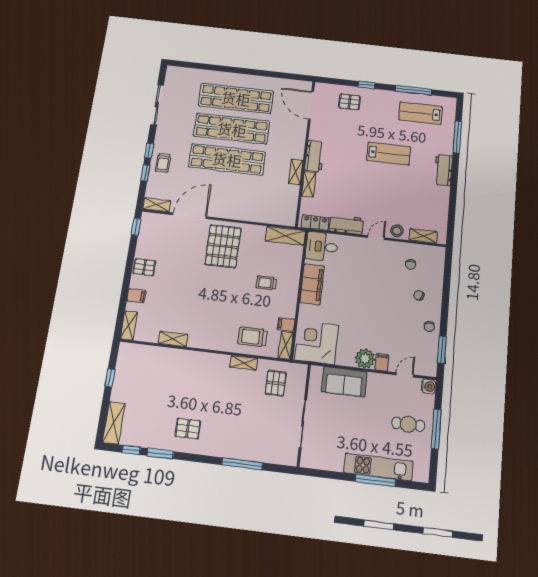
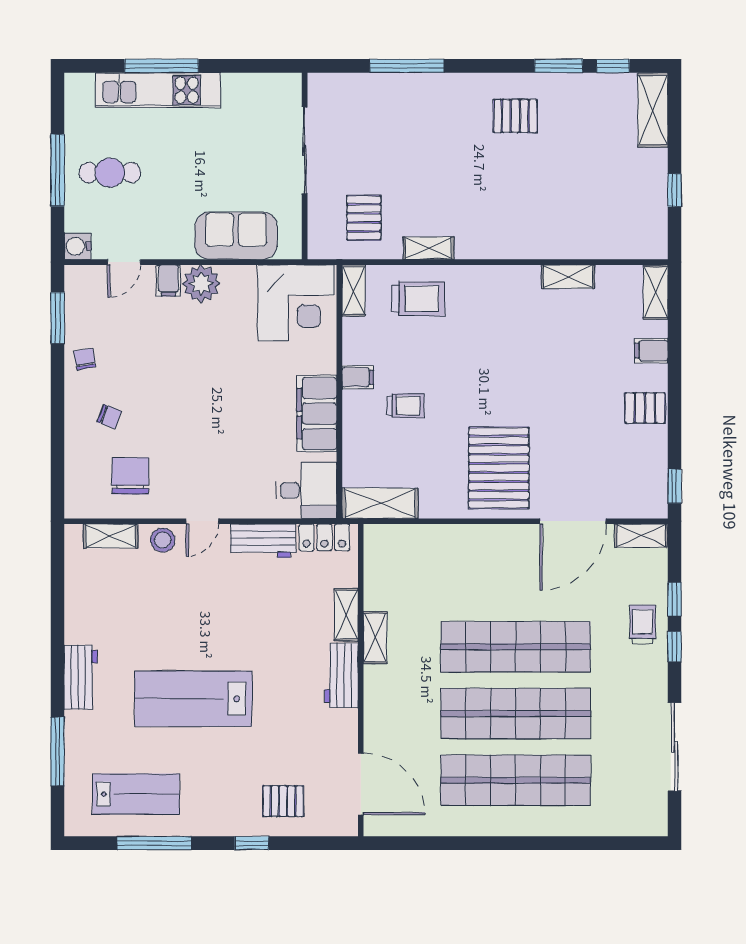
lab bench: (389, 154) -> (193, 699), width x1.36, depth x1.39
chair: (411, 264) -> (130, 476), width x1.87, depth x1.87
filing cabinet: (286, 324) -> (358, 377), moved

